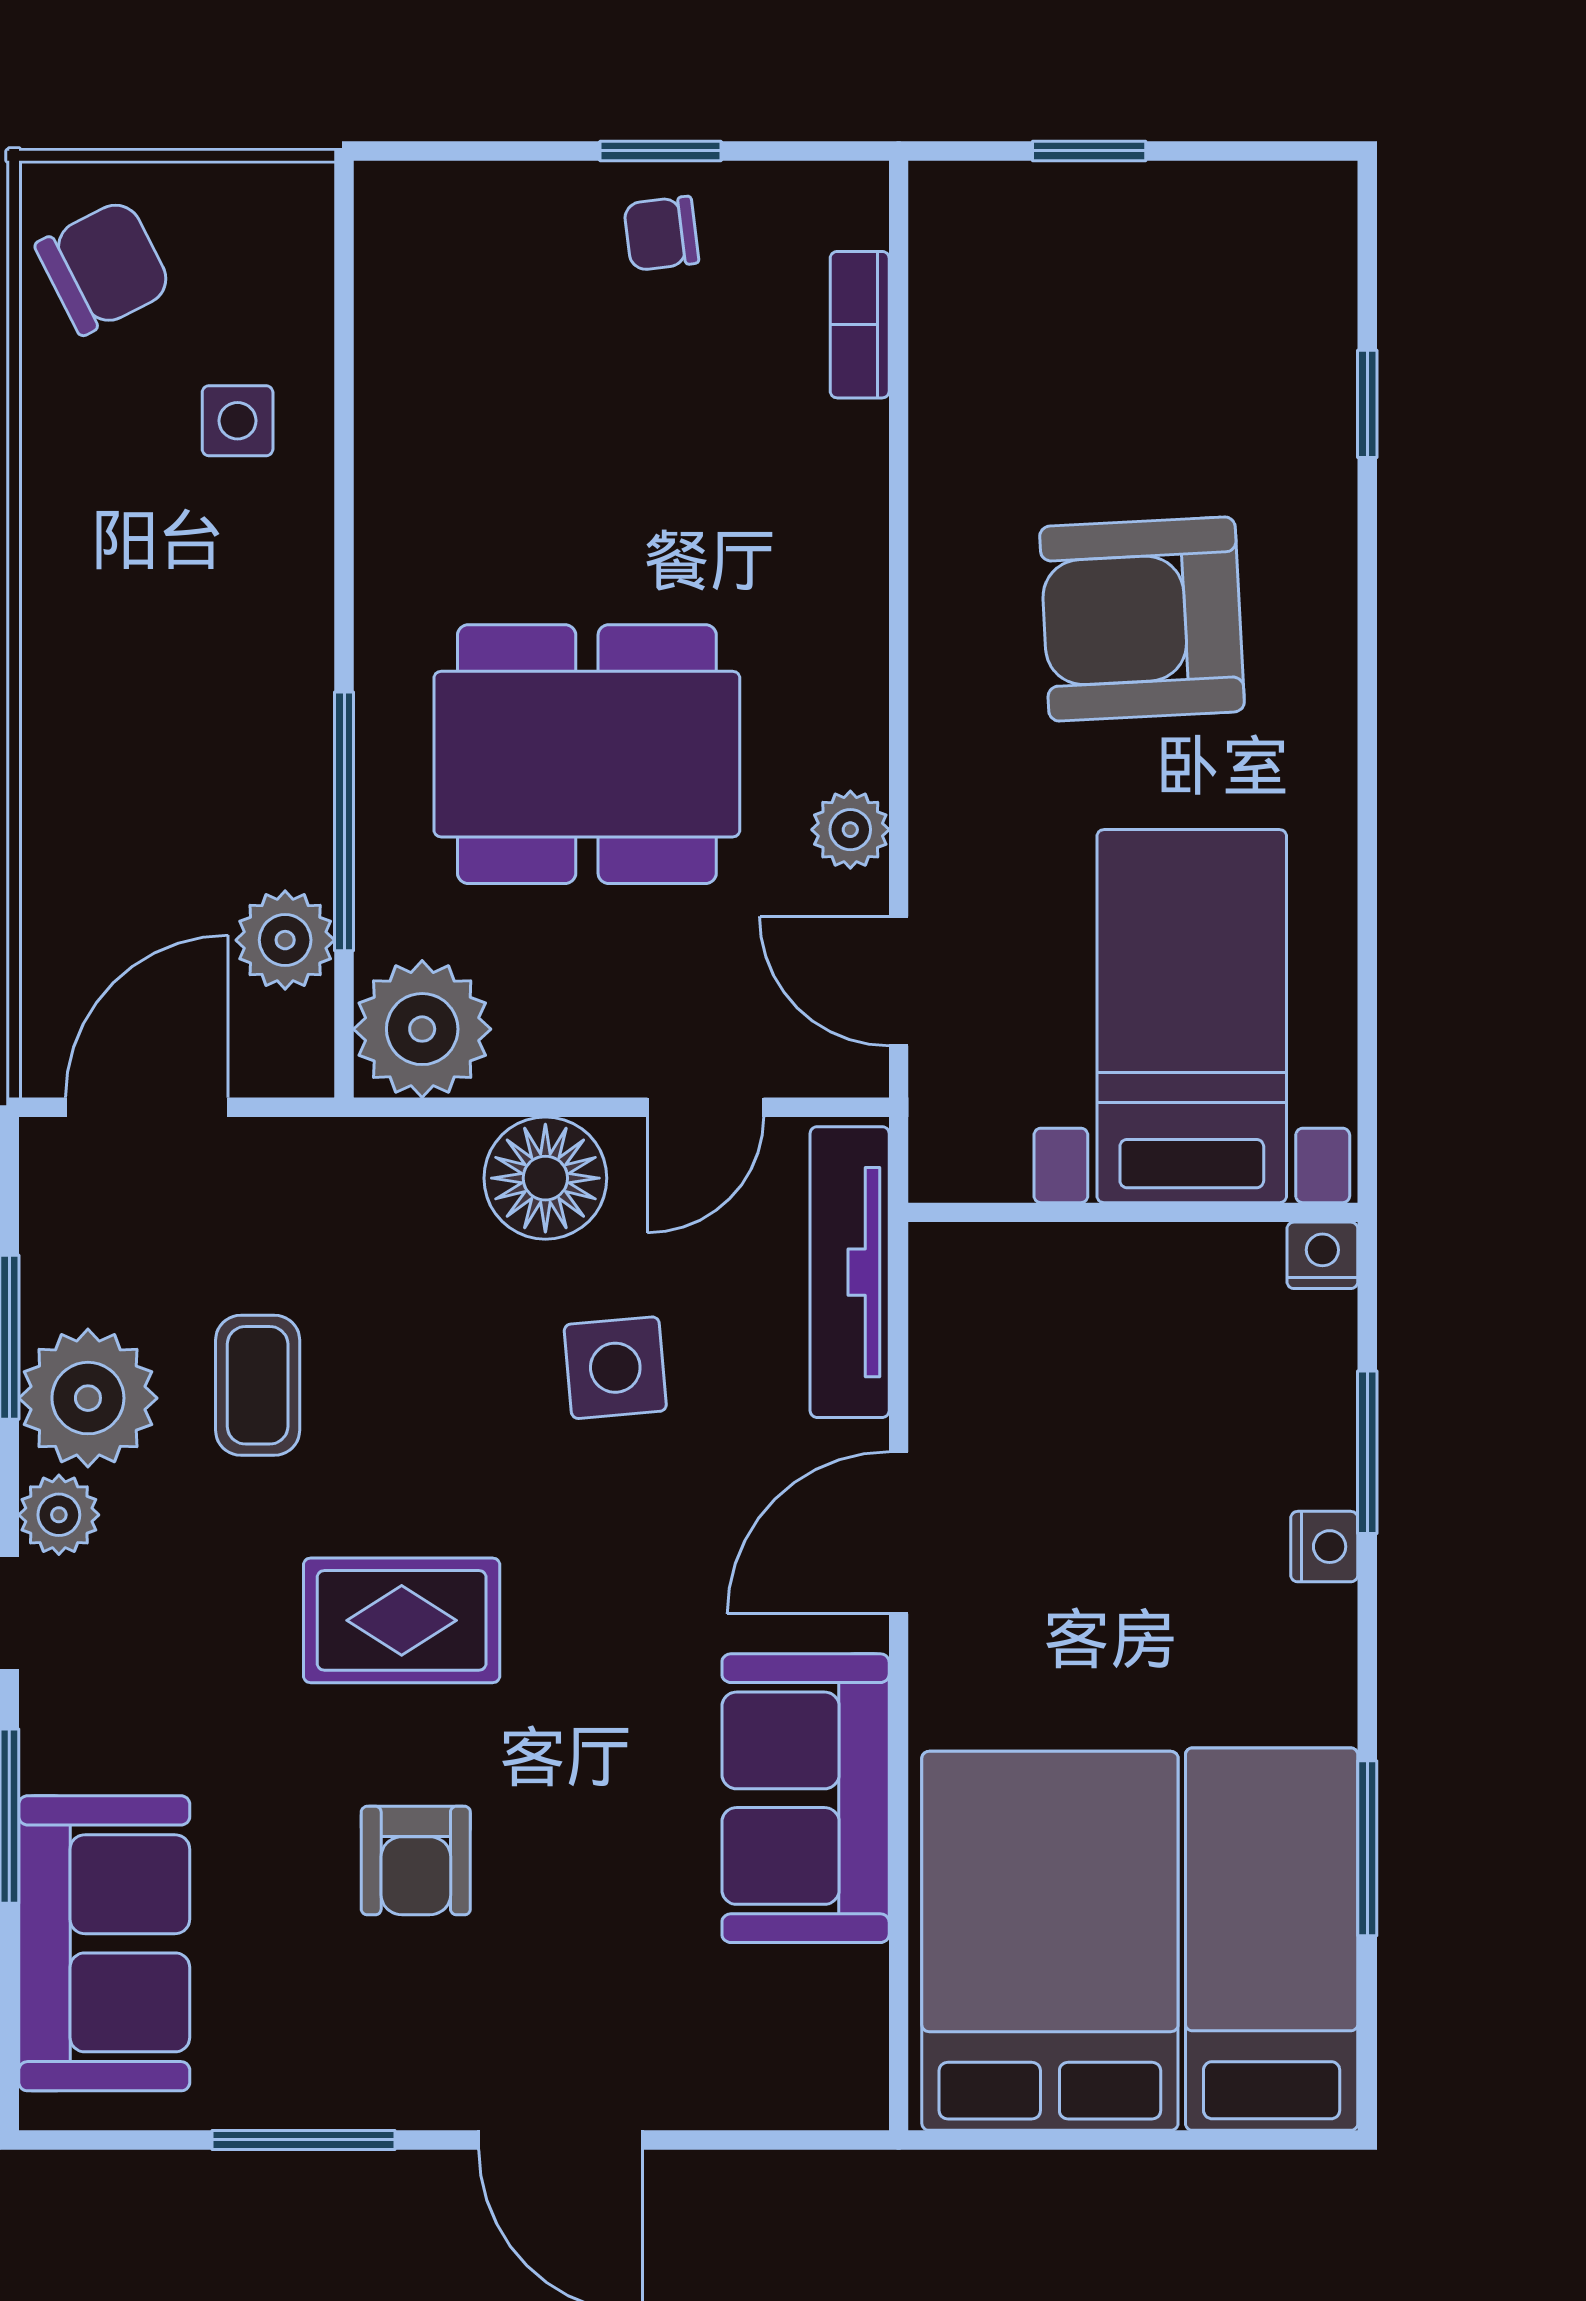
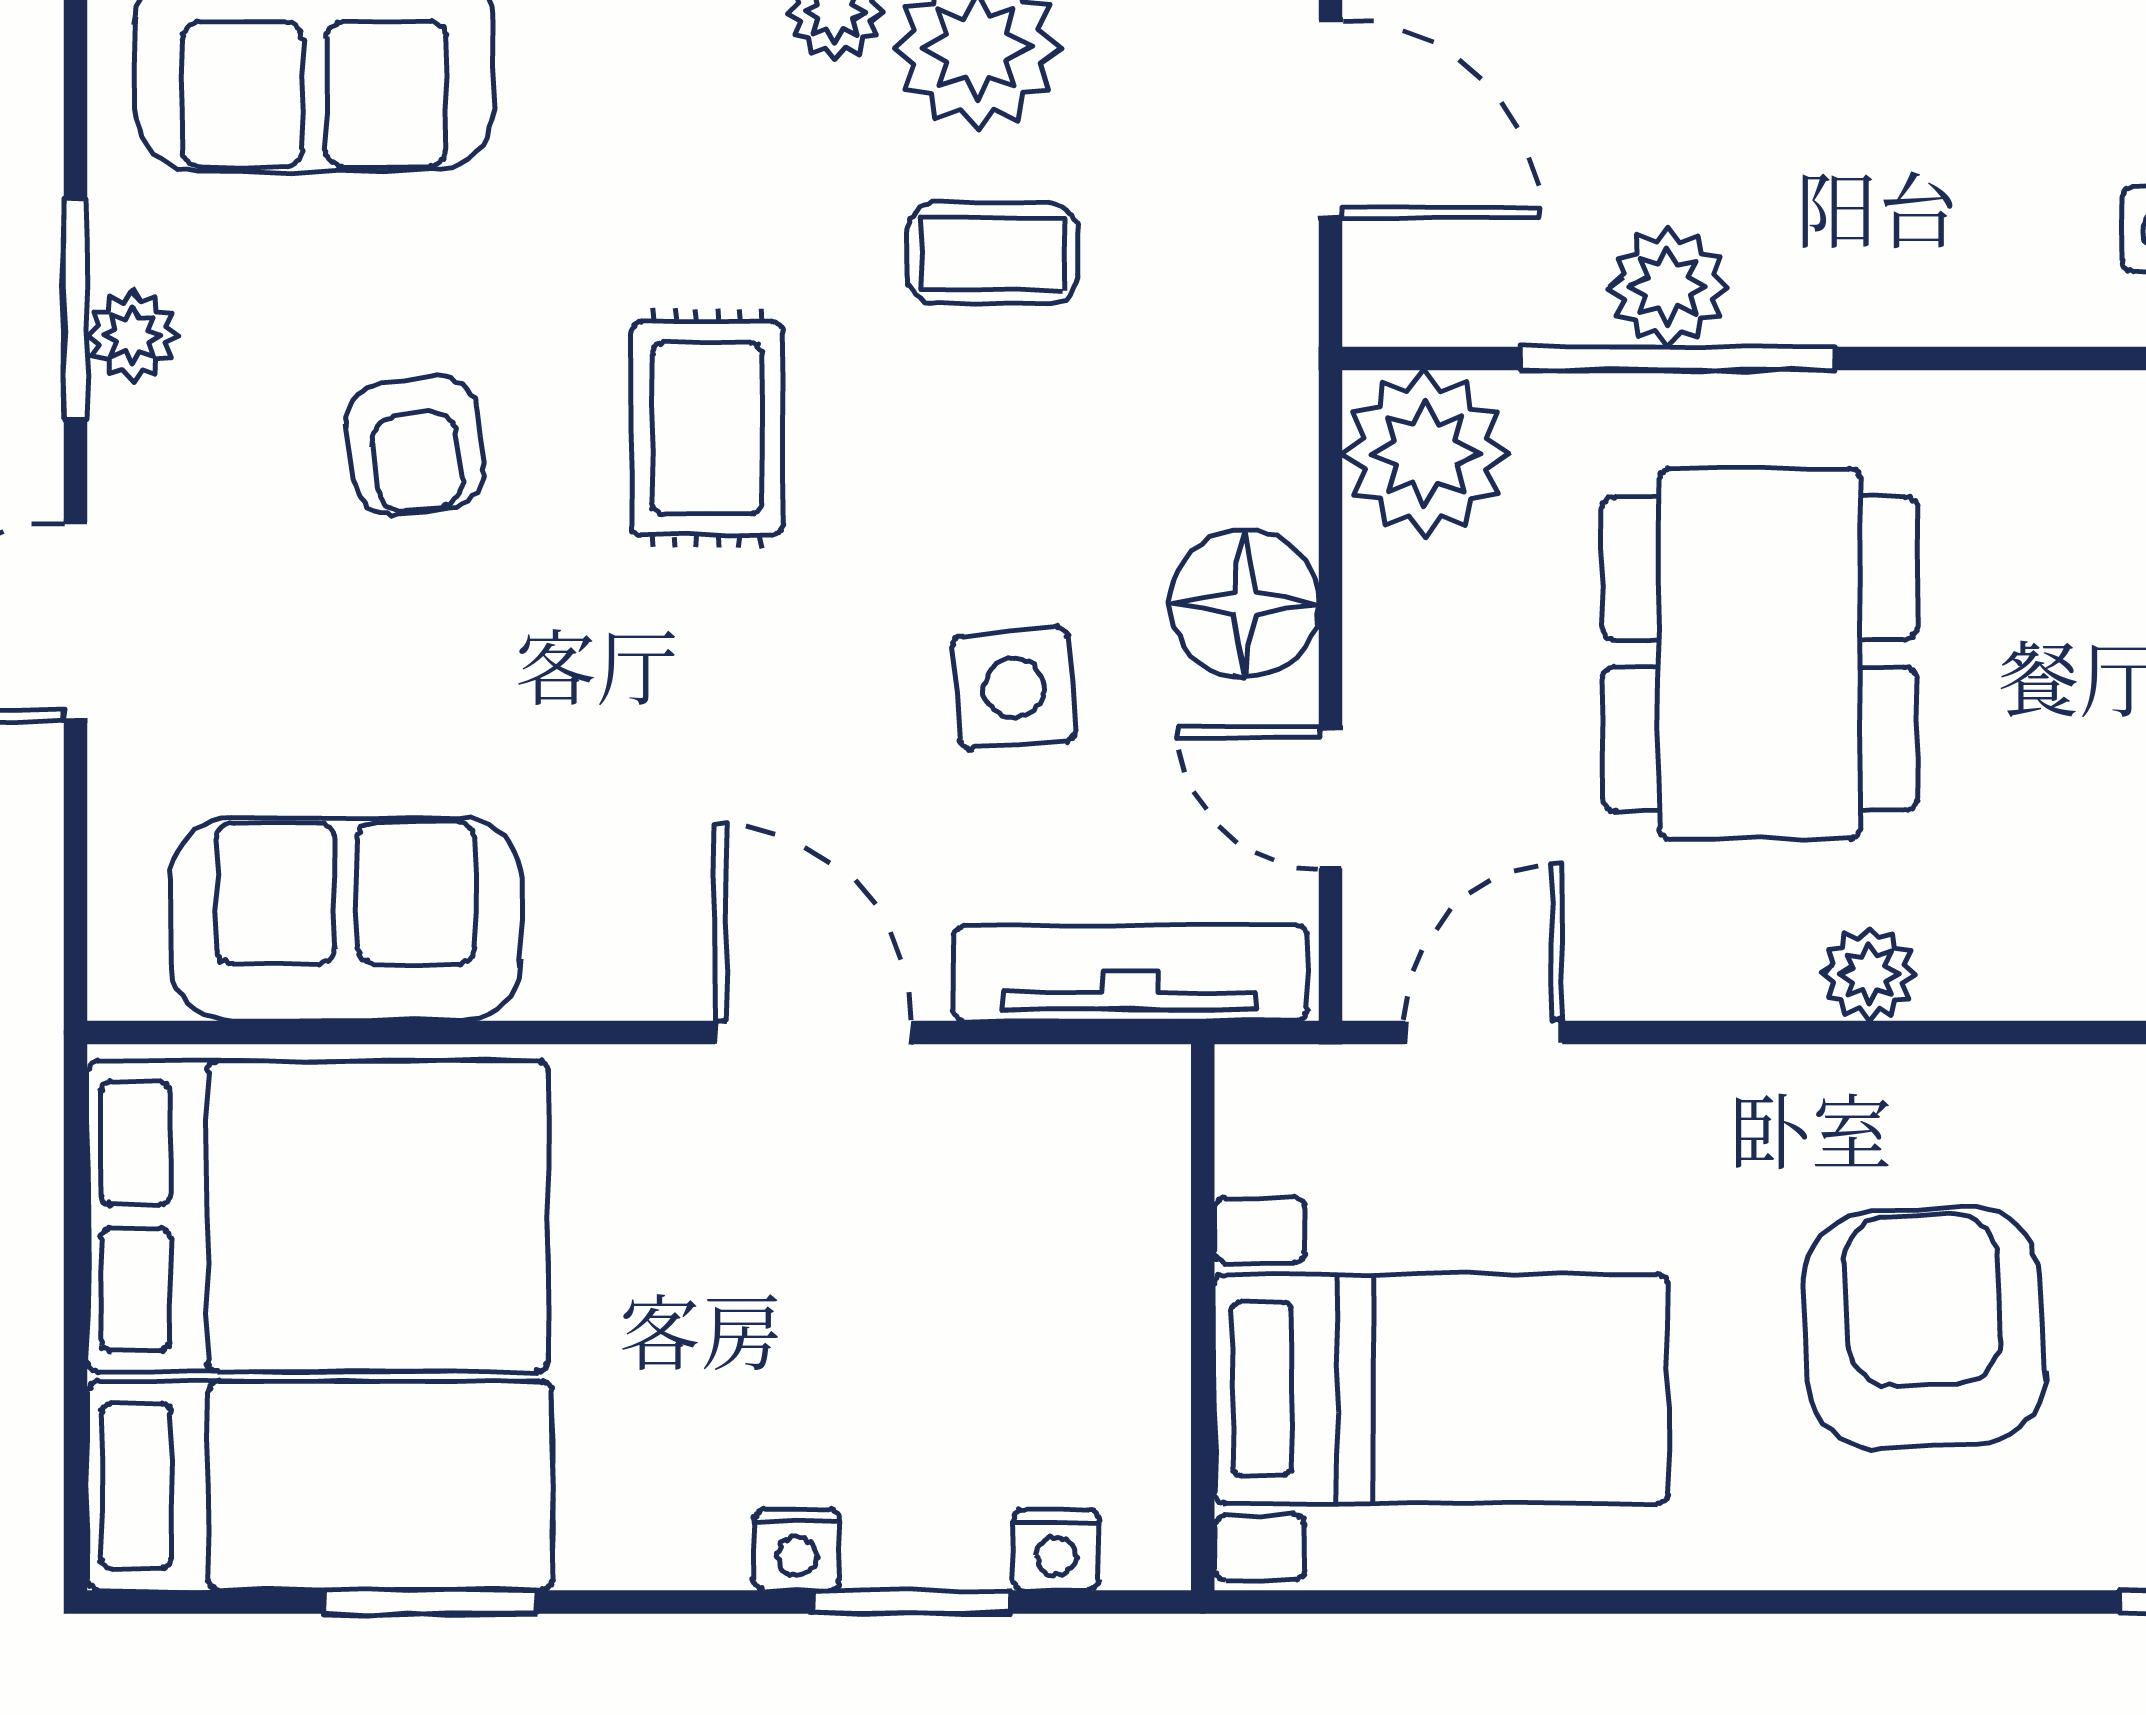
plant: (850, 830) -> (1869, 974), moved
plant: (285, 940) -> (1668, 287), moved
nightstand: (1322, 1255) -> (1056, 1550), moved, turned 90
sofa: (806, 1798) -> (346, 919), moved
armchair: (416, 1861) -> (415, 446), turned -98
plant: (325, 2093) -> (132, 335), added

